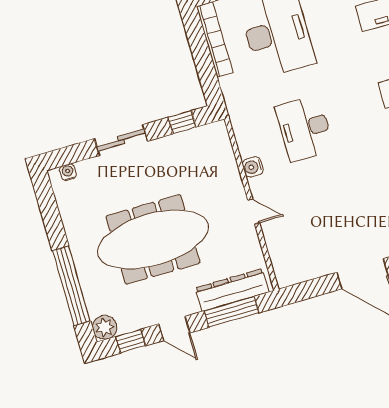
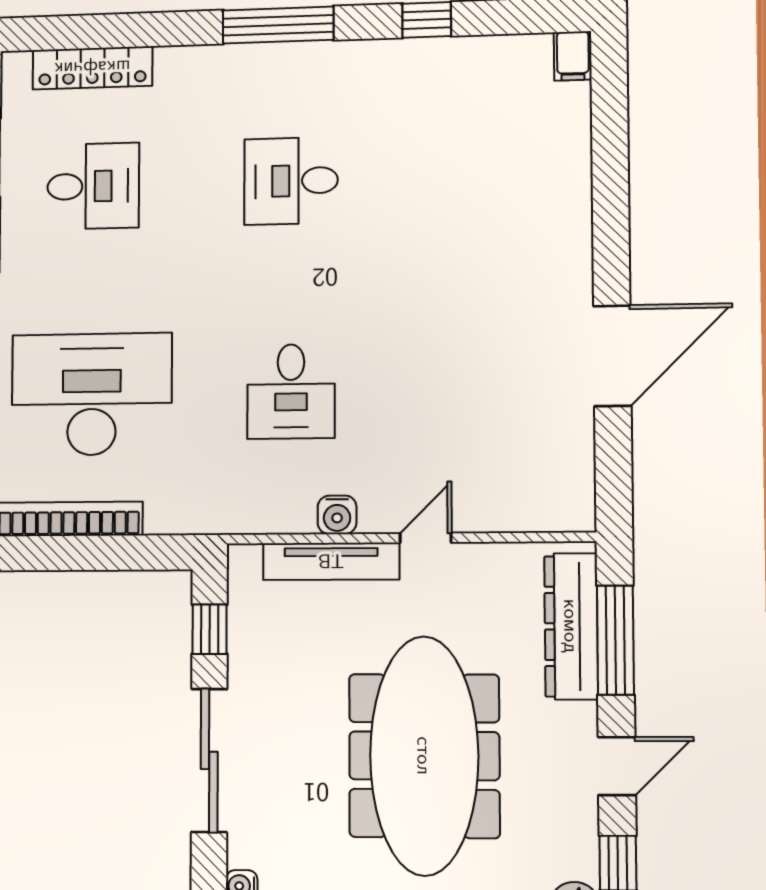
desk: (305, 128) -> (291, 391), width x0.73
sliding door: (121, 140) -> (209, 760), width x1.37
tv unit: (230, 170) -> (331, 561), added

